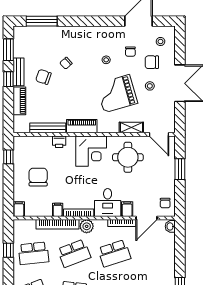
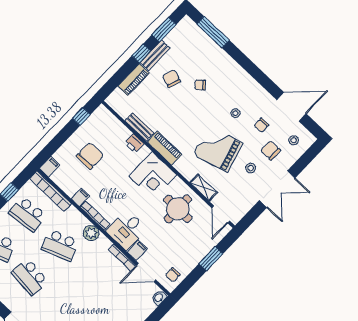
bench: (48, 128) -> (139, 127), width x0.73
bookcase: (57, 224) -> (51, 191), moved
school desk: (114, 253) -> (93, 276), removed

